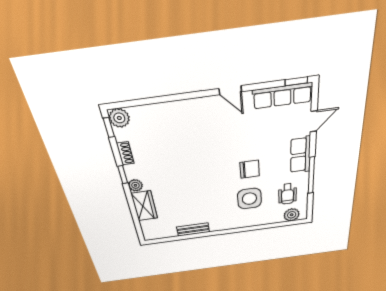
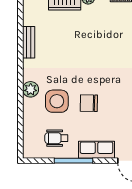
chair: (250, 169) -> (89, 103), turned 91
plant: (292, 215) -> (31, 89), moved

